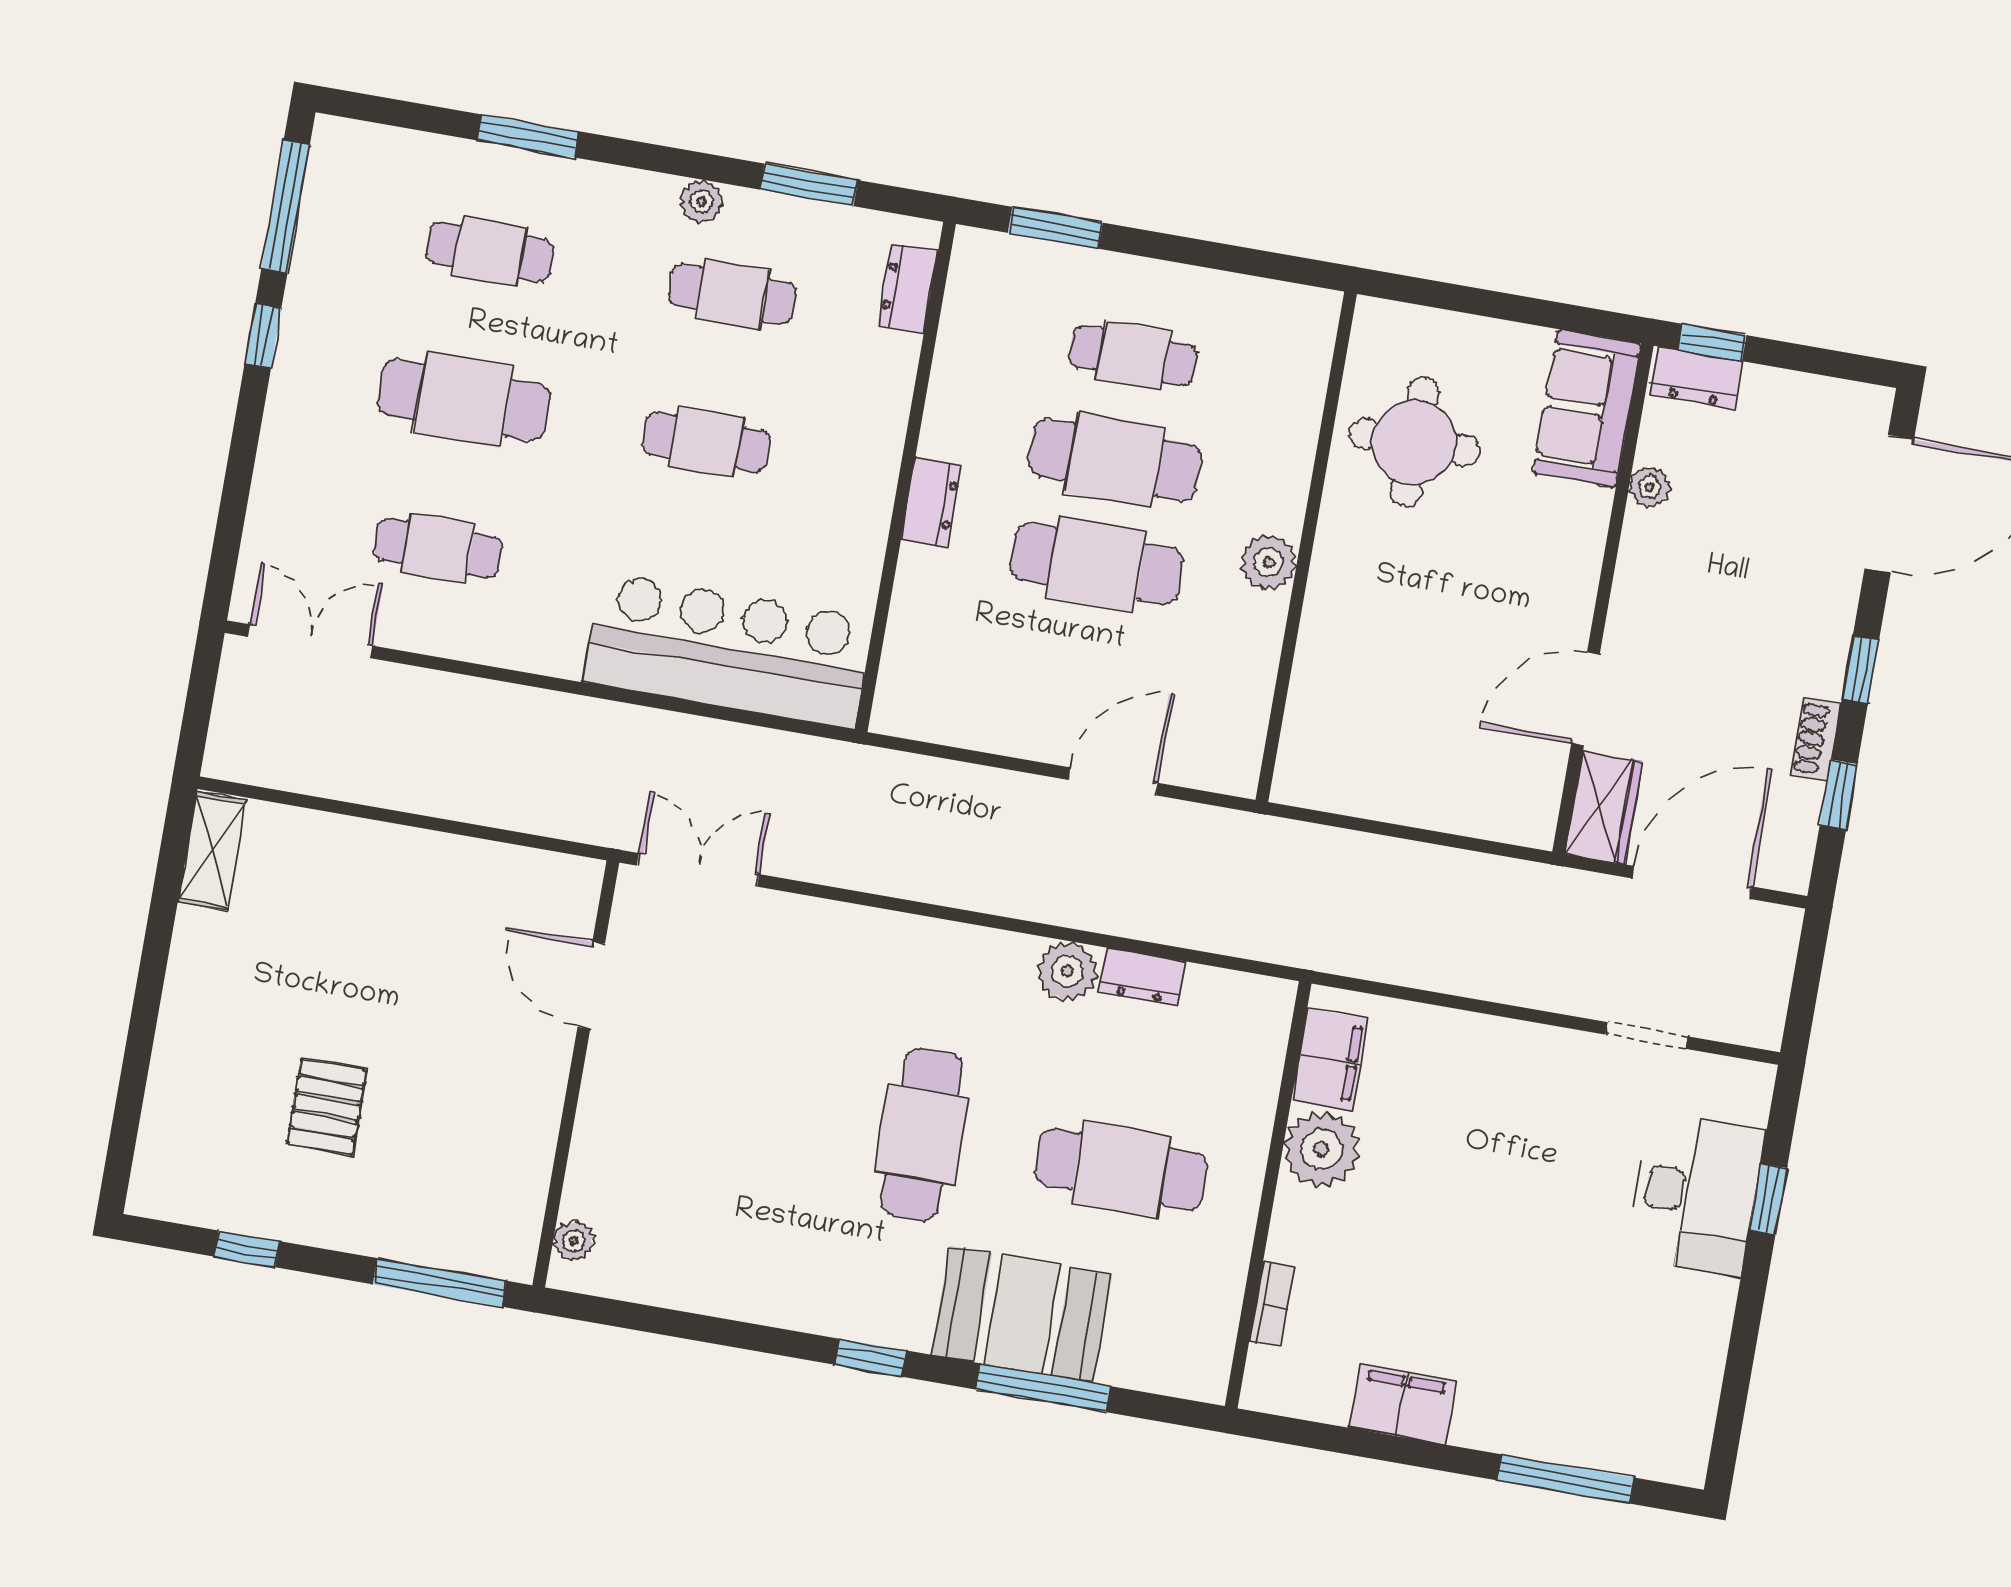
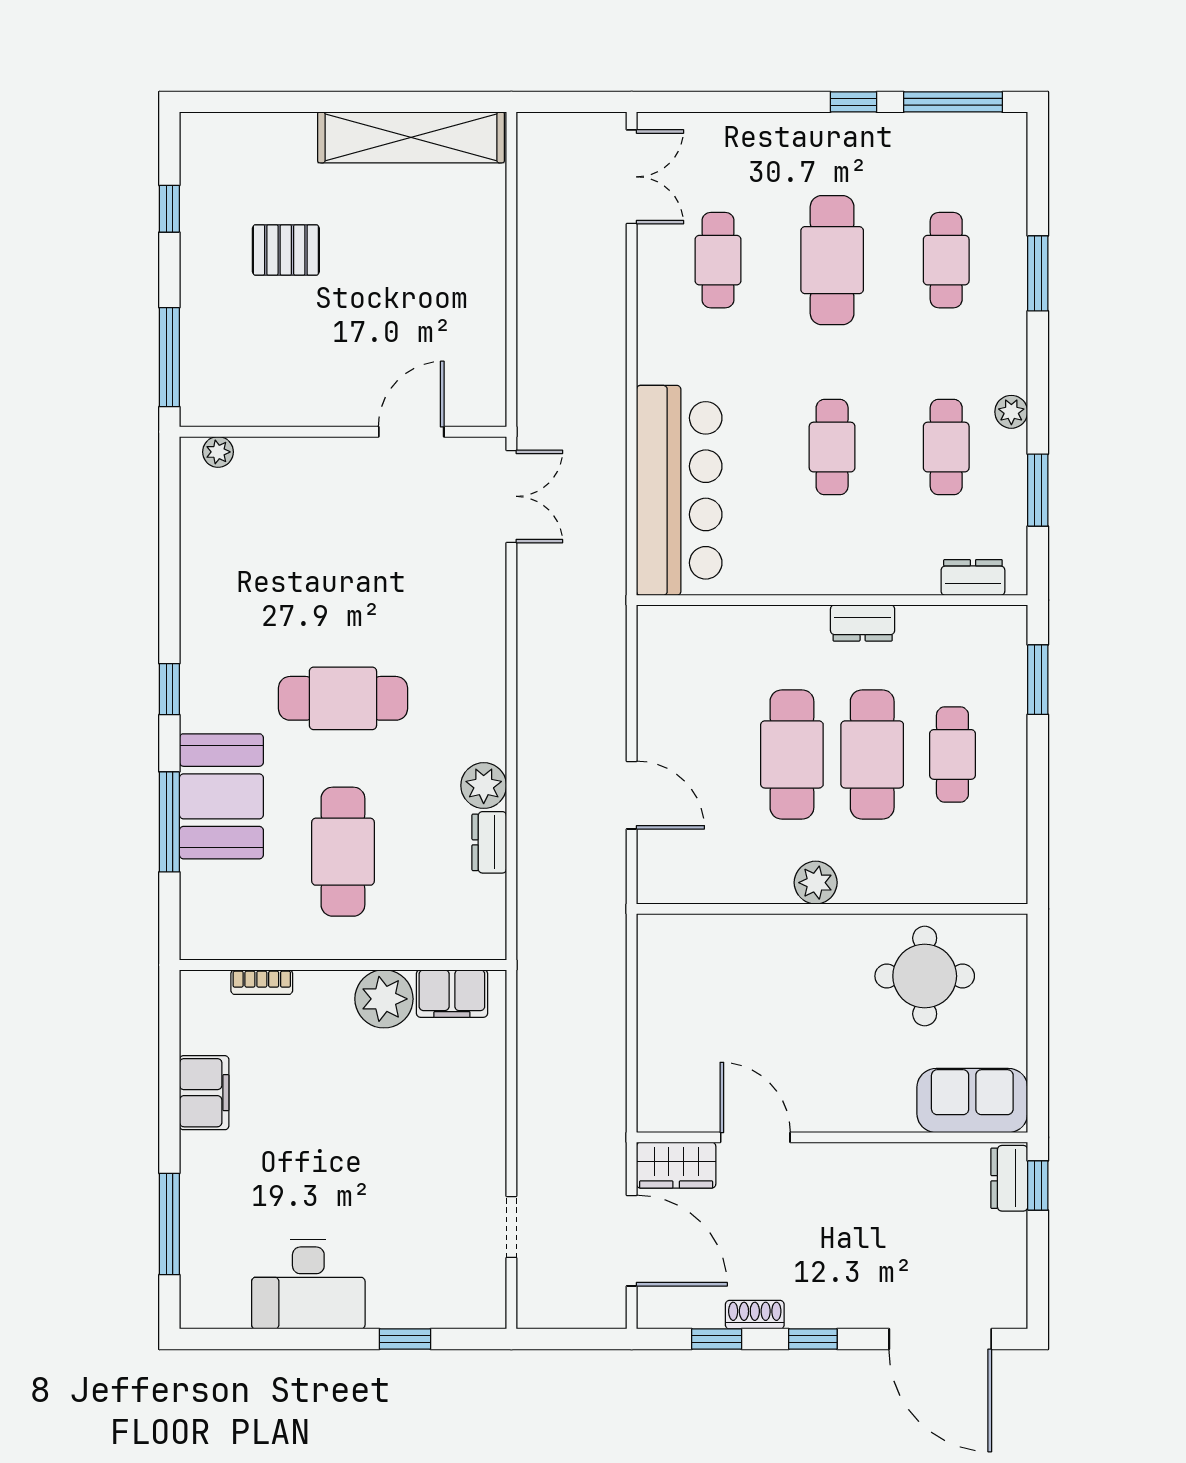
plant: (1650, 487) -> (922, 1158), removed
dresser: (932, 502) -> (863, 623), moved
shelving: (212, 851) -> (411, 137), width x2.20, depth x1.33
desk: (1696, 1194) -> (308, 1284), moved

